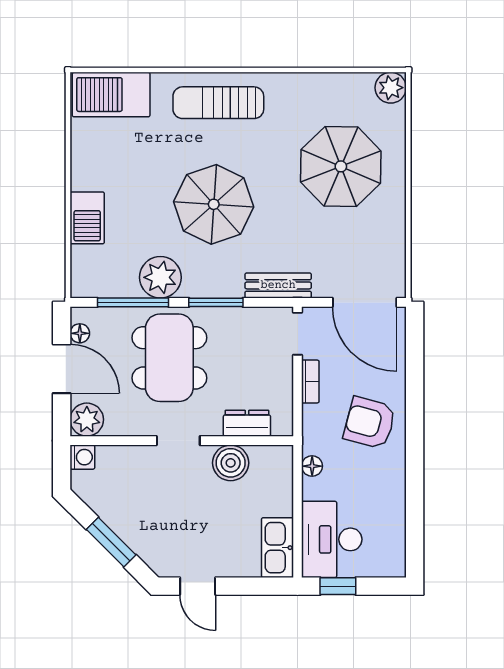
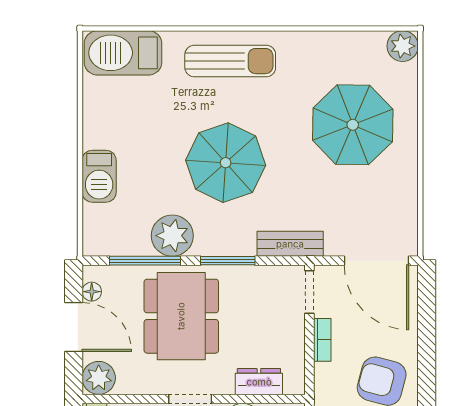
sun lounger: (218, 103) -> (230, 61), turned 180

